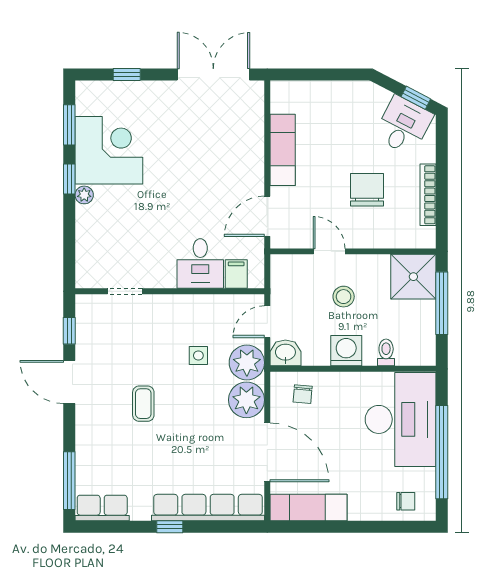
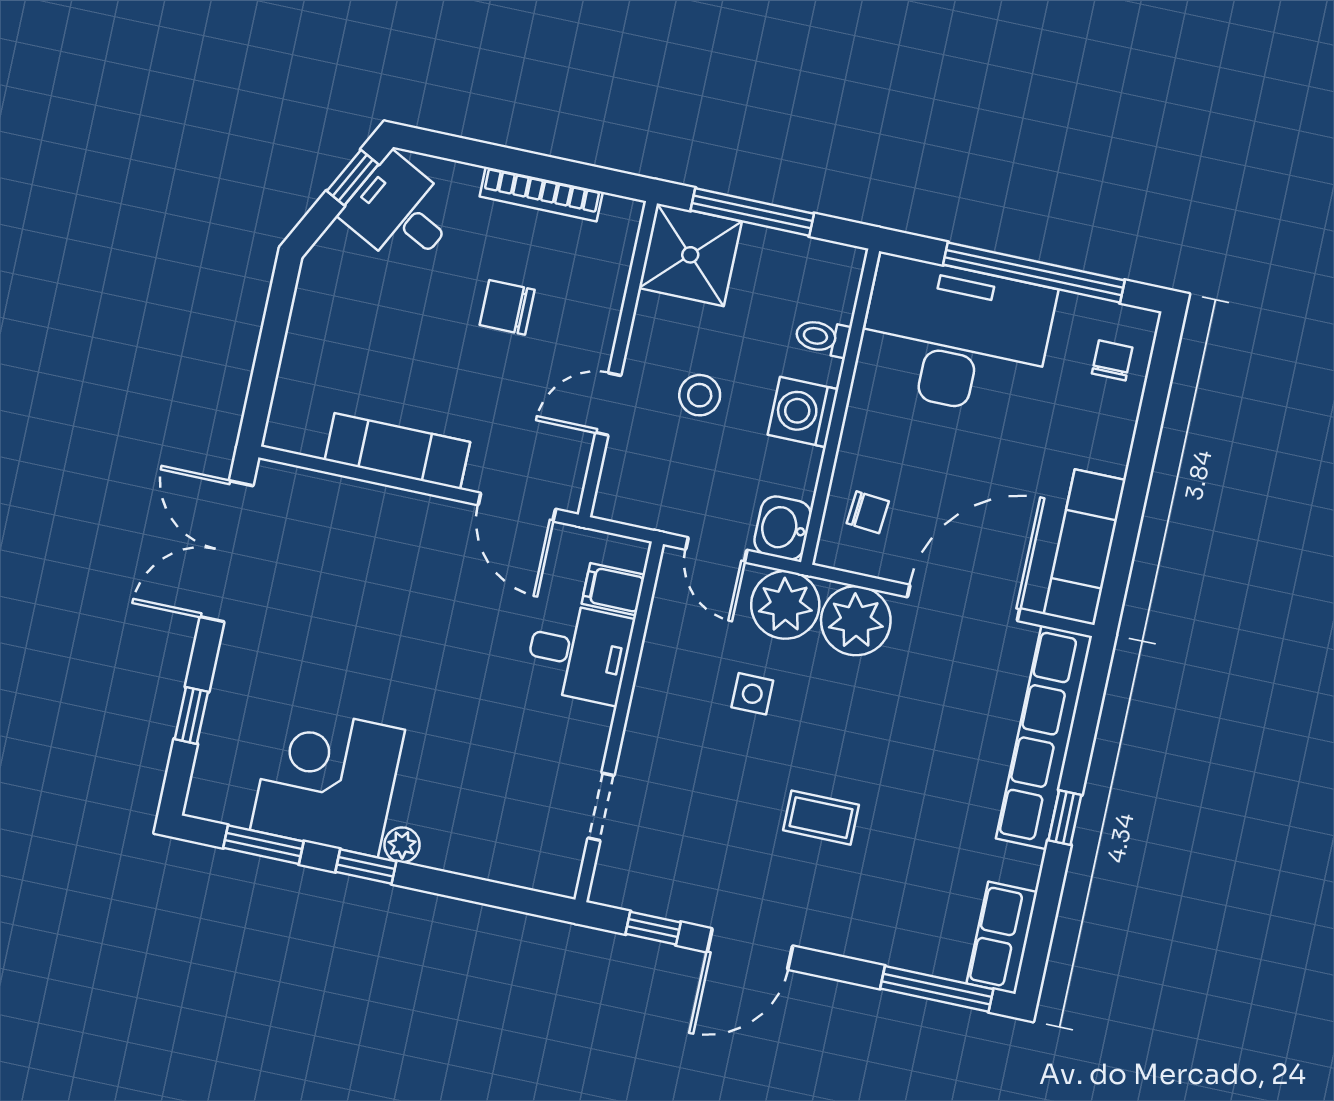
chair: (367, 190) -> (507, 307), width x0.73, depth x0.73

